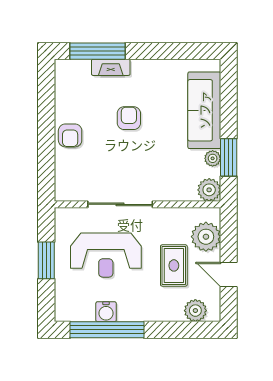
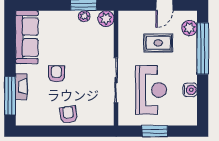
sofa: (204, 110) -> (27, 37), moved, turned -90
armchair: (129, 118) -> (56, 74), turned 90
armchair: (70, 135) -> (68, 115), turned -98
plant: (206, 237) -> (138, 21), removed
window: (107, 330) -> (203, 49), moved

